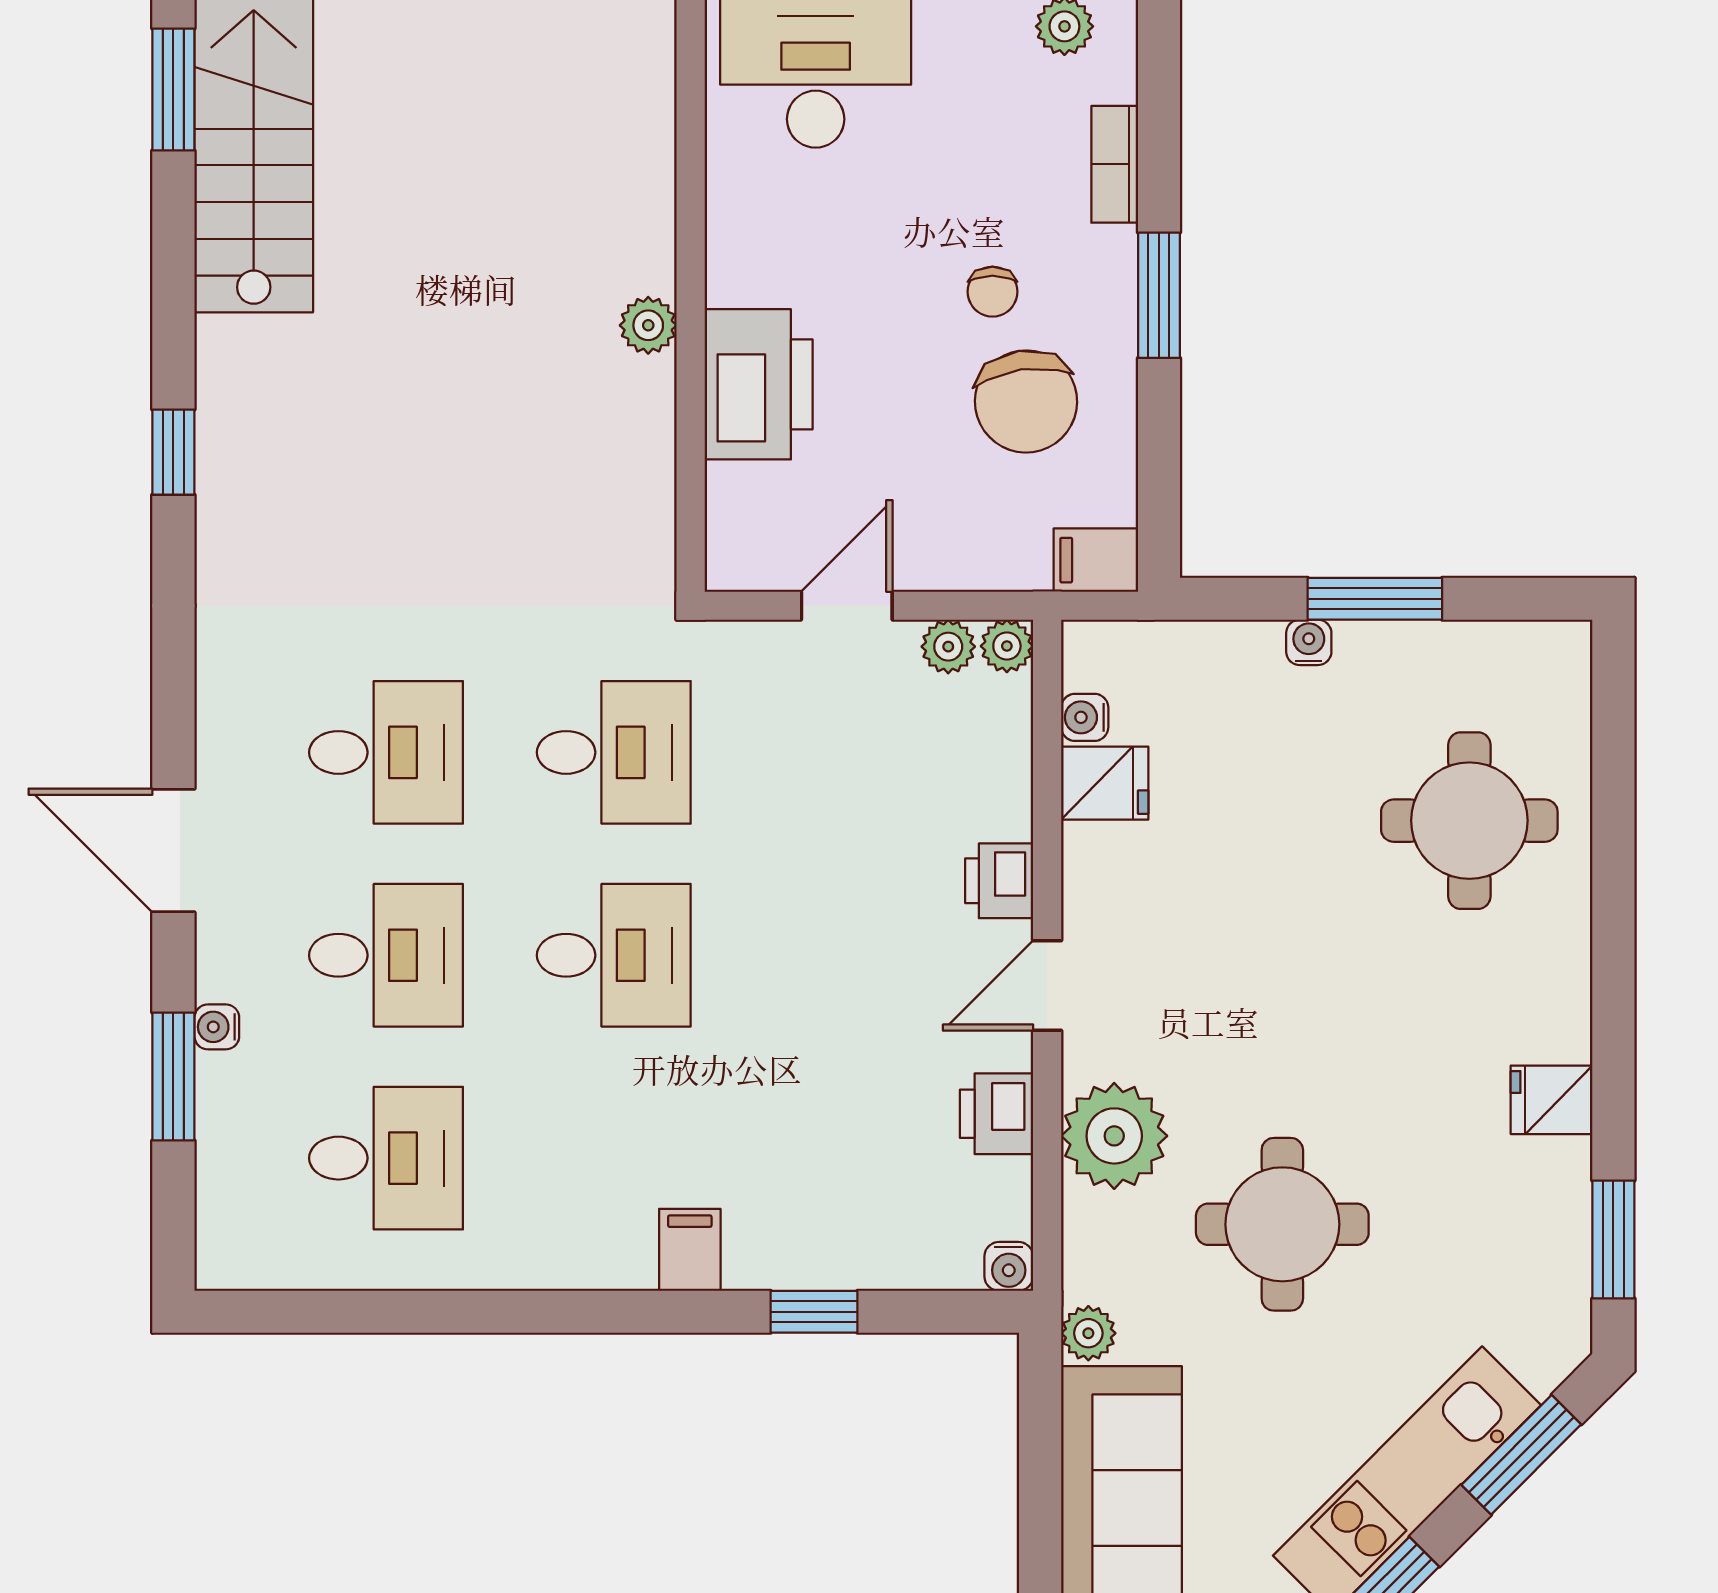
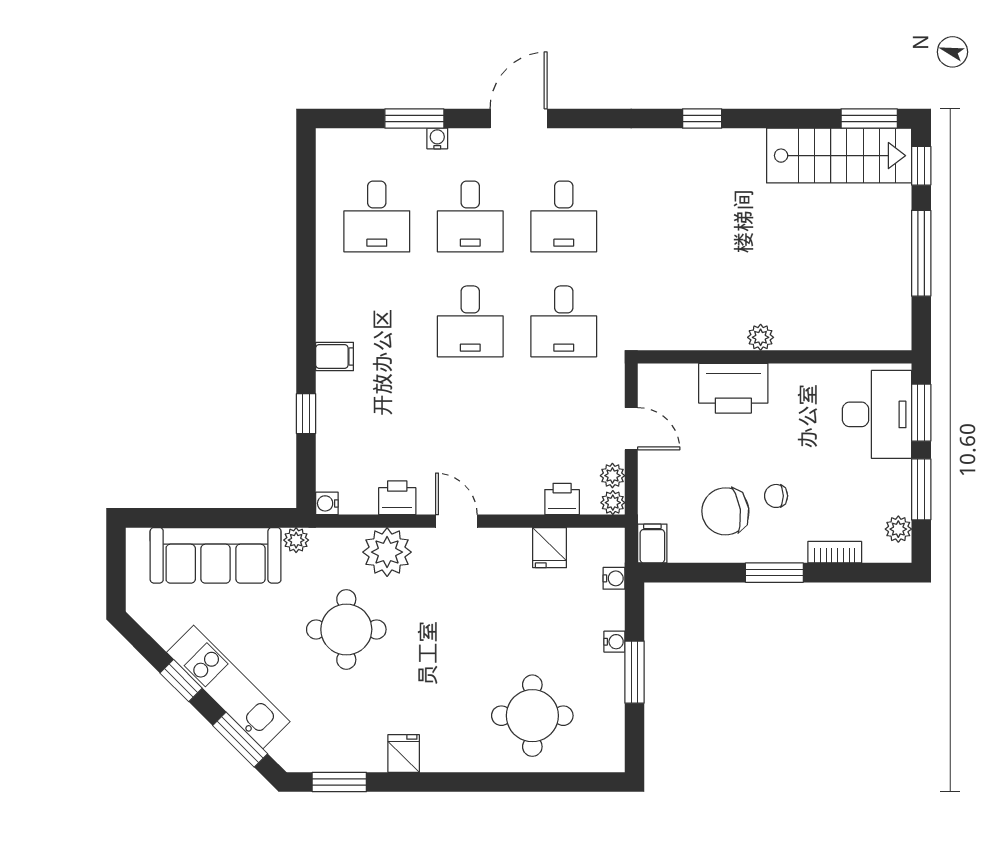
water cooler: (1085, 717) -> (614, 578), moved, turned 90
printer: (999, 881) -> (562, 499), moved

